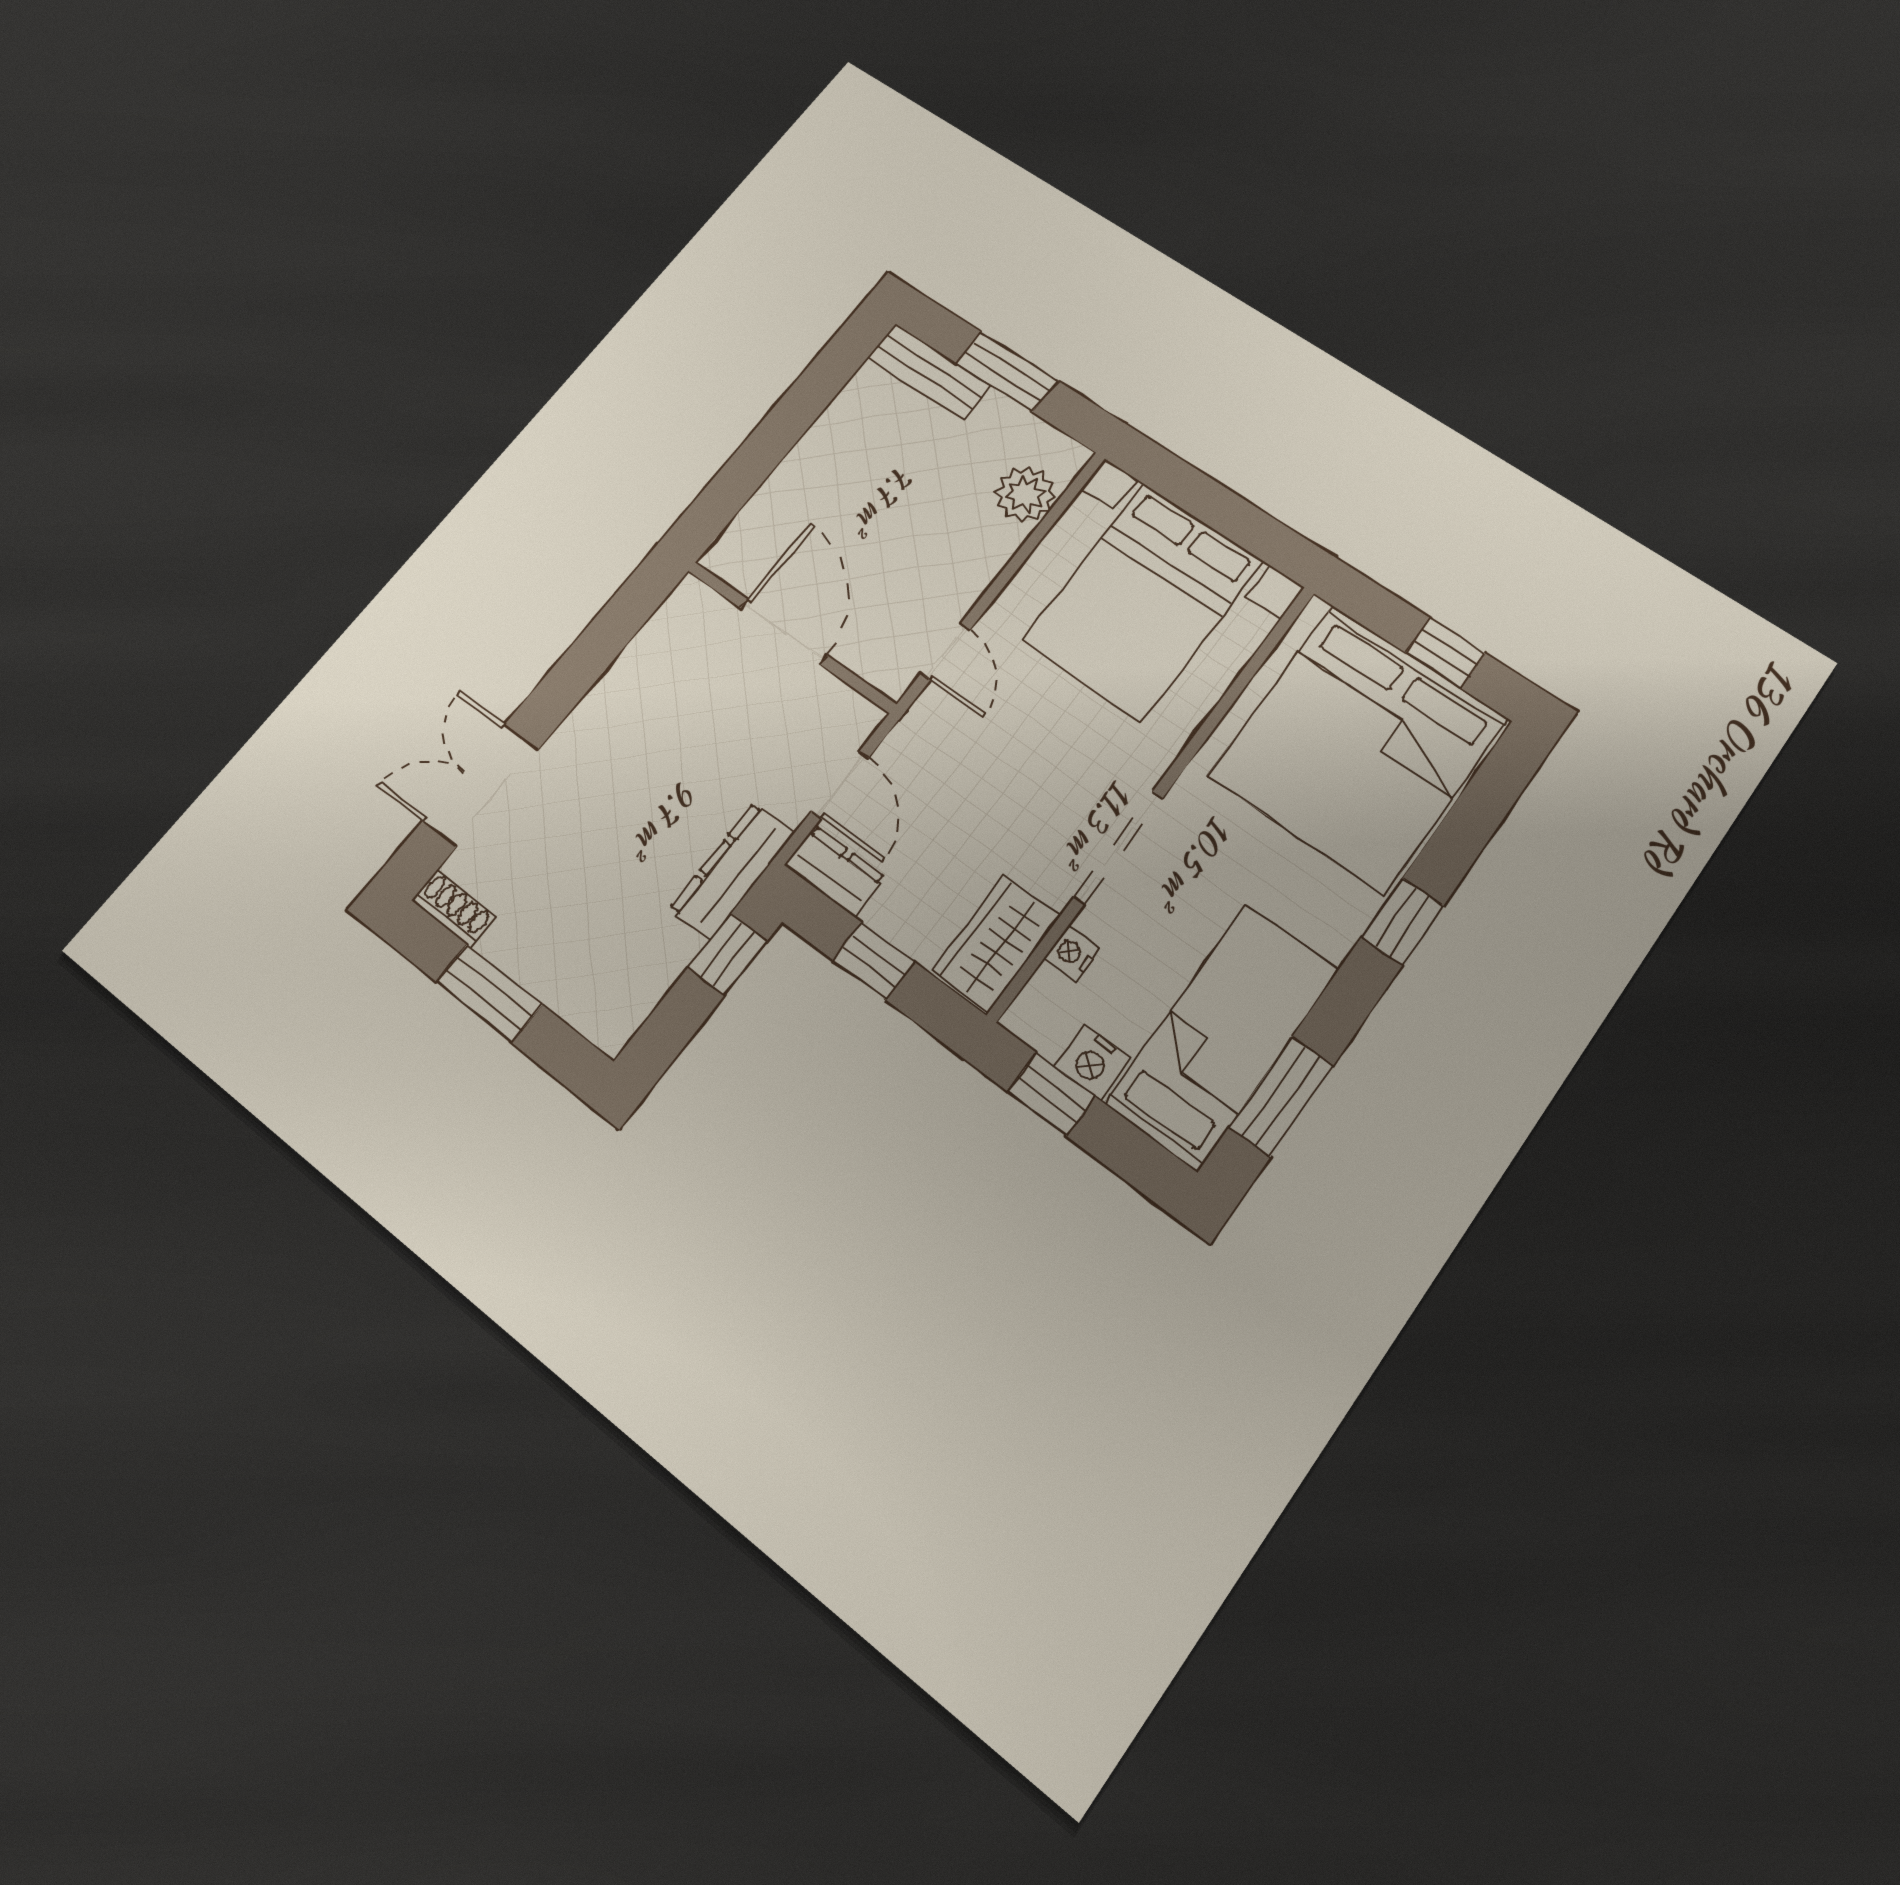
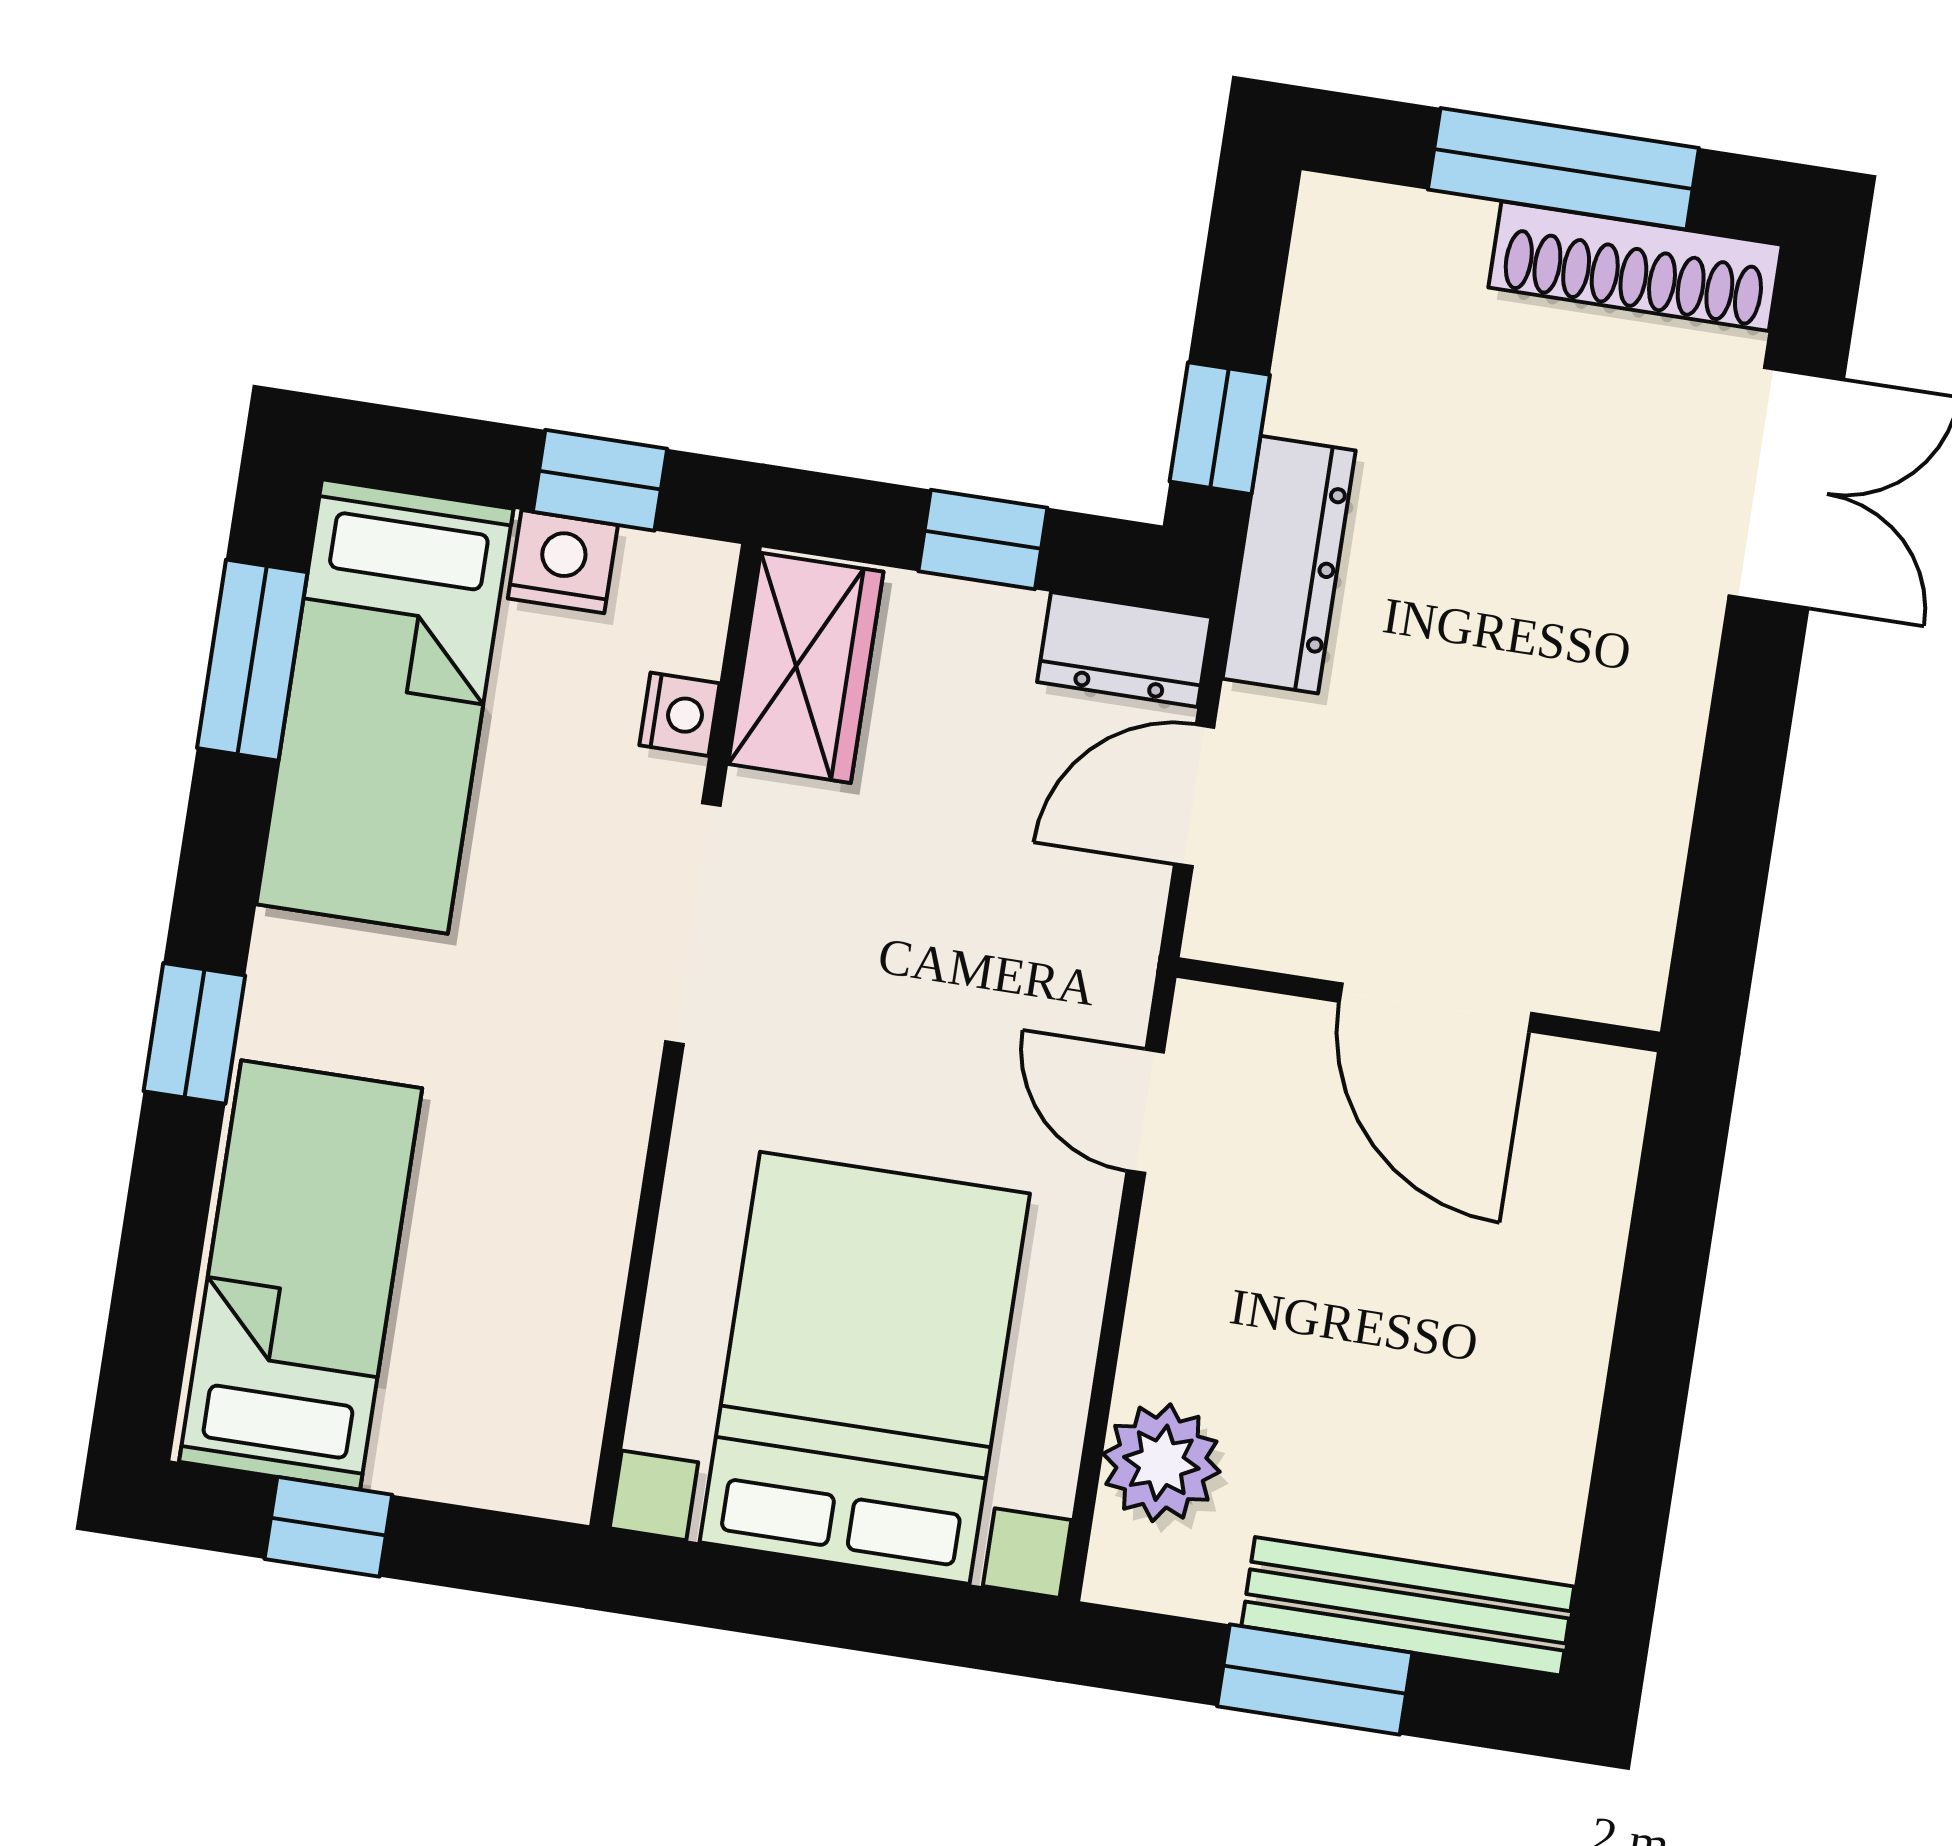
bench: (930, 371) -> (1408, 1606), width x1.36
bed: (1358, 747) -> (301, 1275), width x0.49
door: (840, 785) -> (1194, 796), hinge flipped
shoe rack: (454, 908) -> (1635, 266), width x1.94, depth x1.24
window: (489, 993) -> (1563, 169), width x1.44

